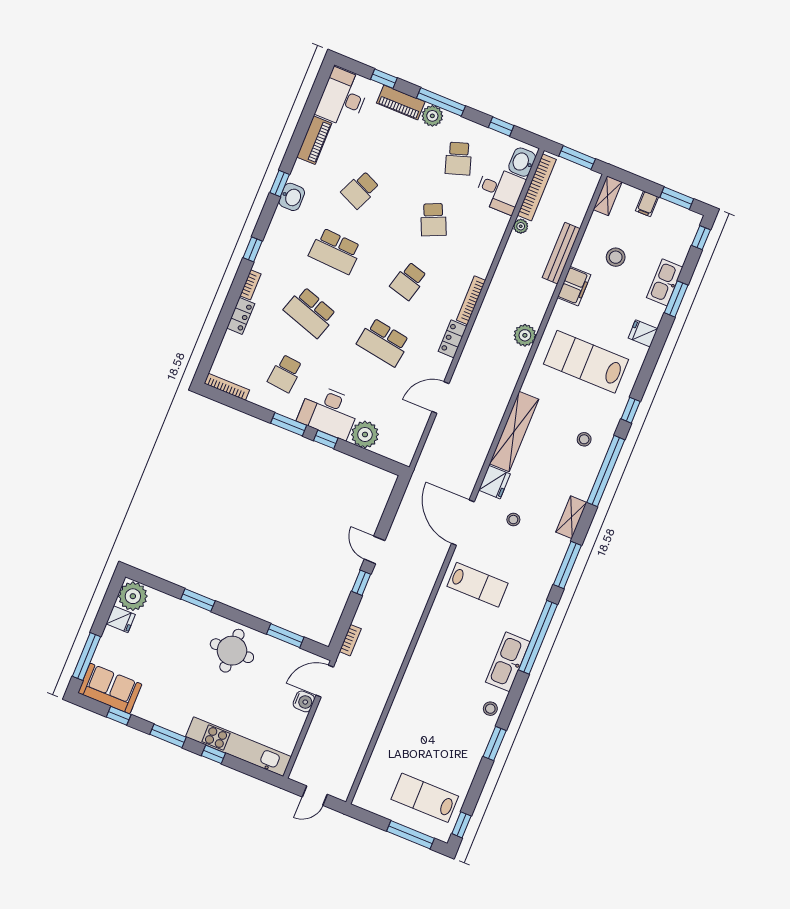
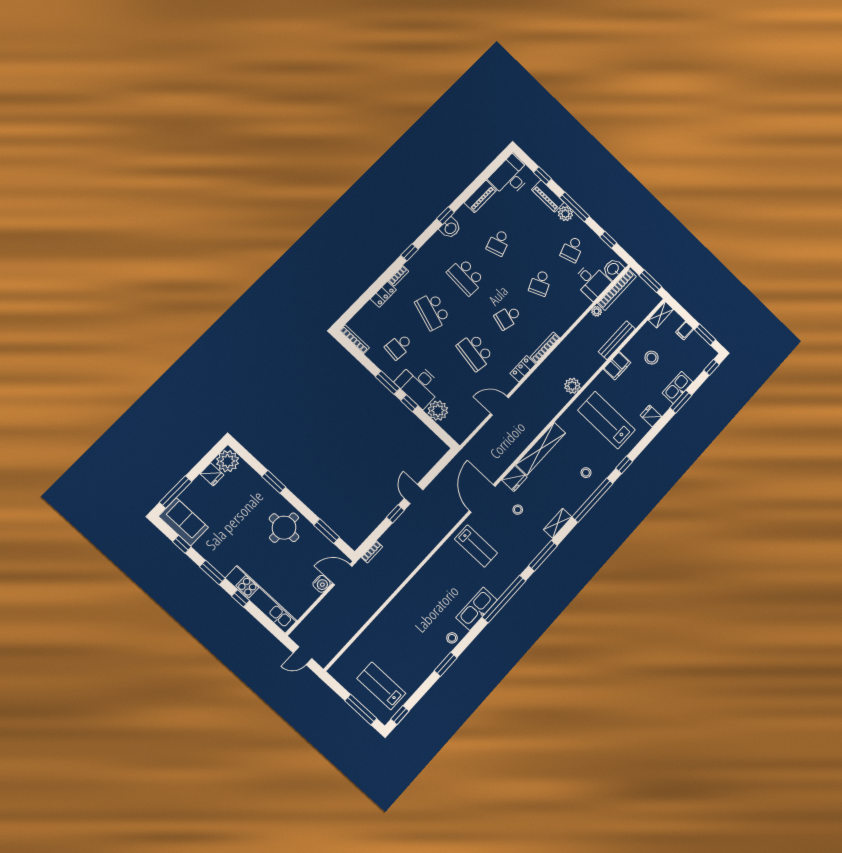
school desk: (360, 190) -> (499, 243), turned -42

